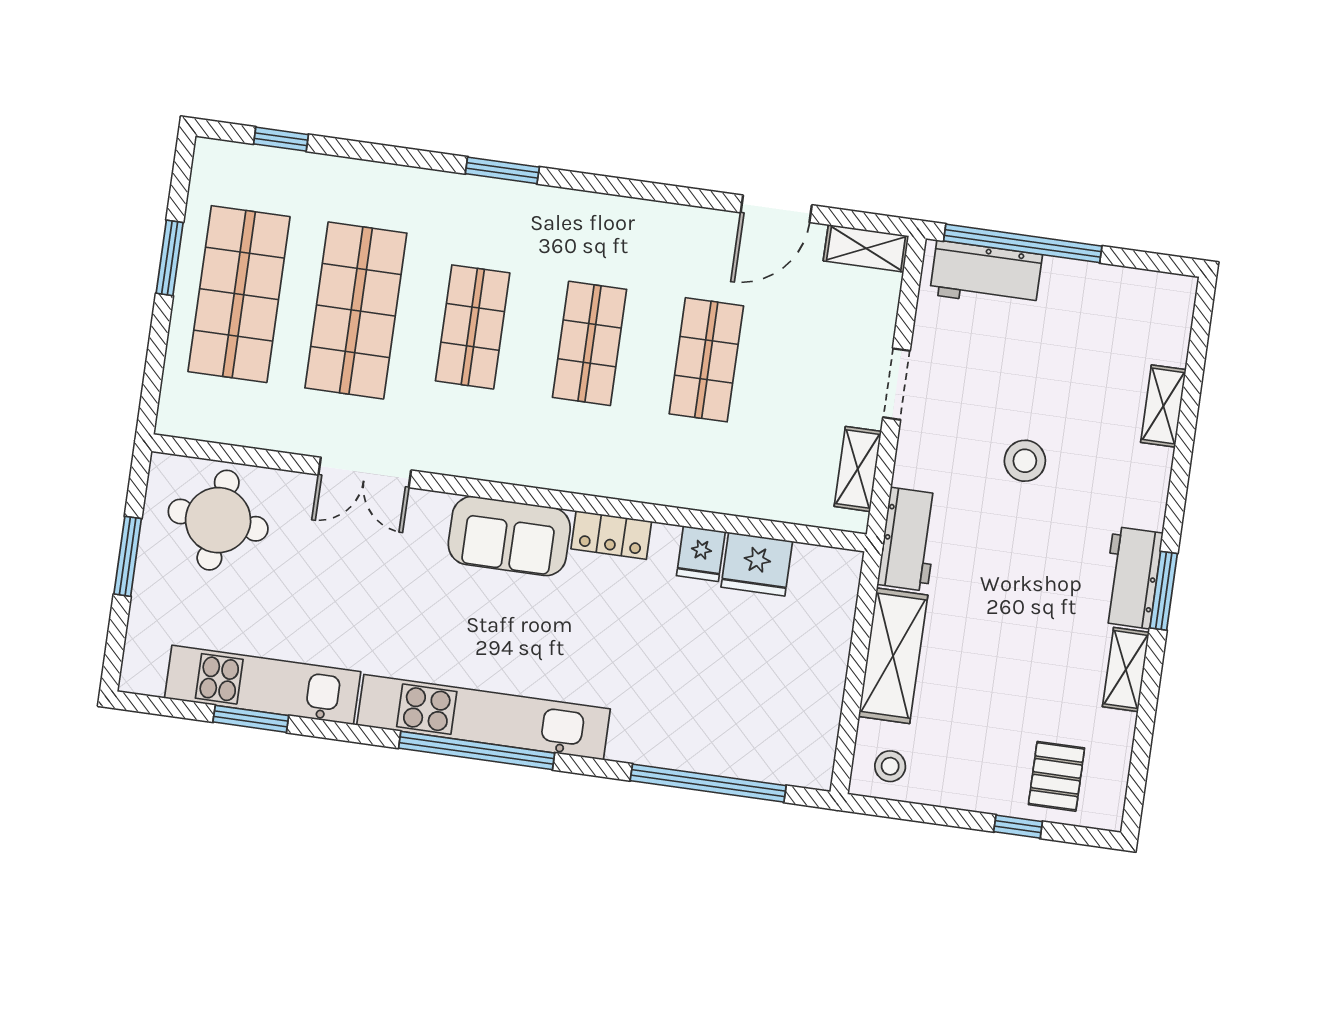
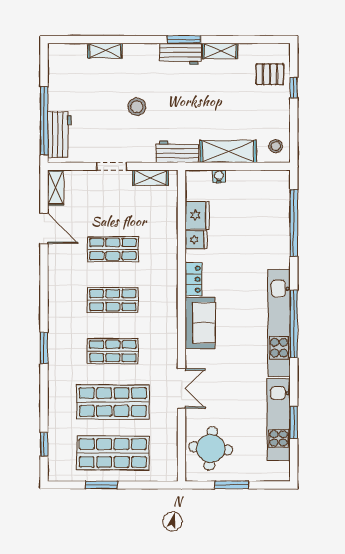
water cooler: (839, 626) -> (219, 176), added

